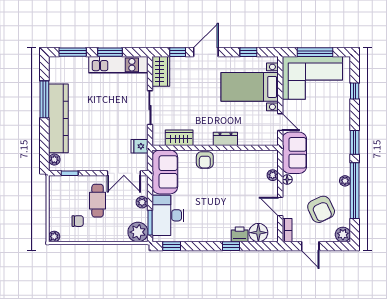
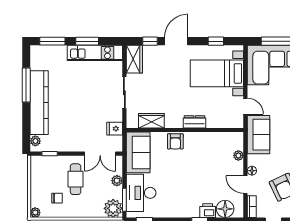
floor lamp: (287, 180) -> (252, 171), moved

